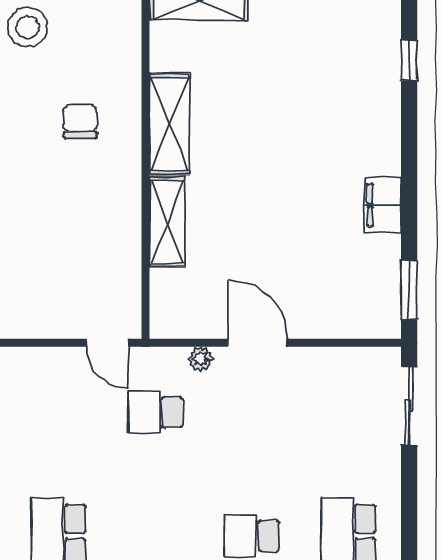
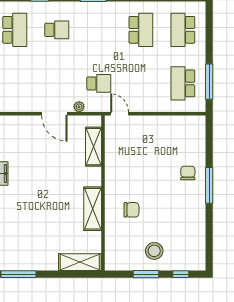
chair: (80, 122) -> (131, 210), turned -90
shelving: (167, 222) -> (93, 147), moved

